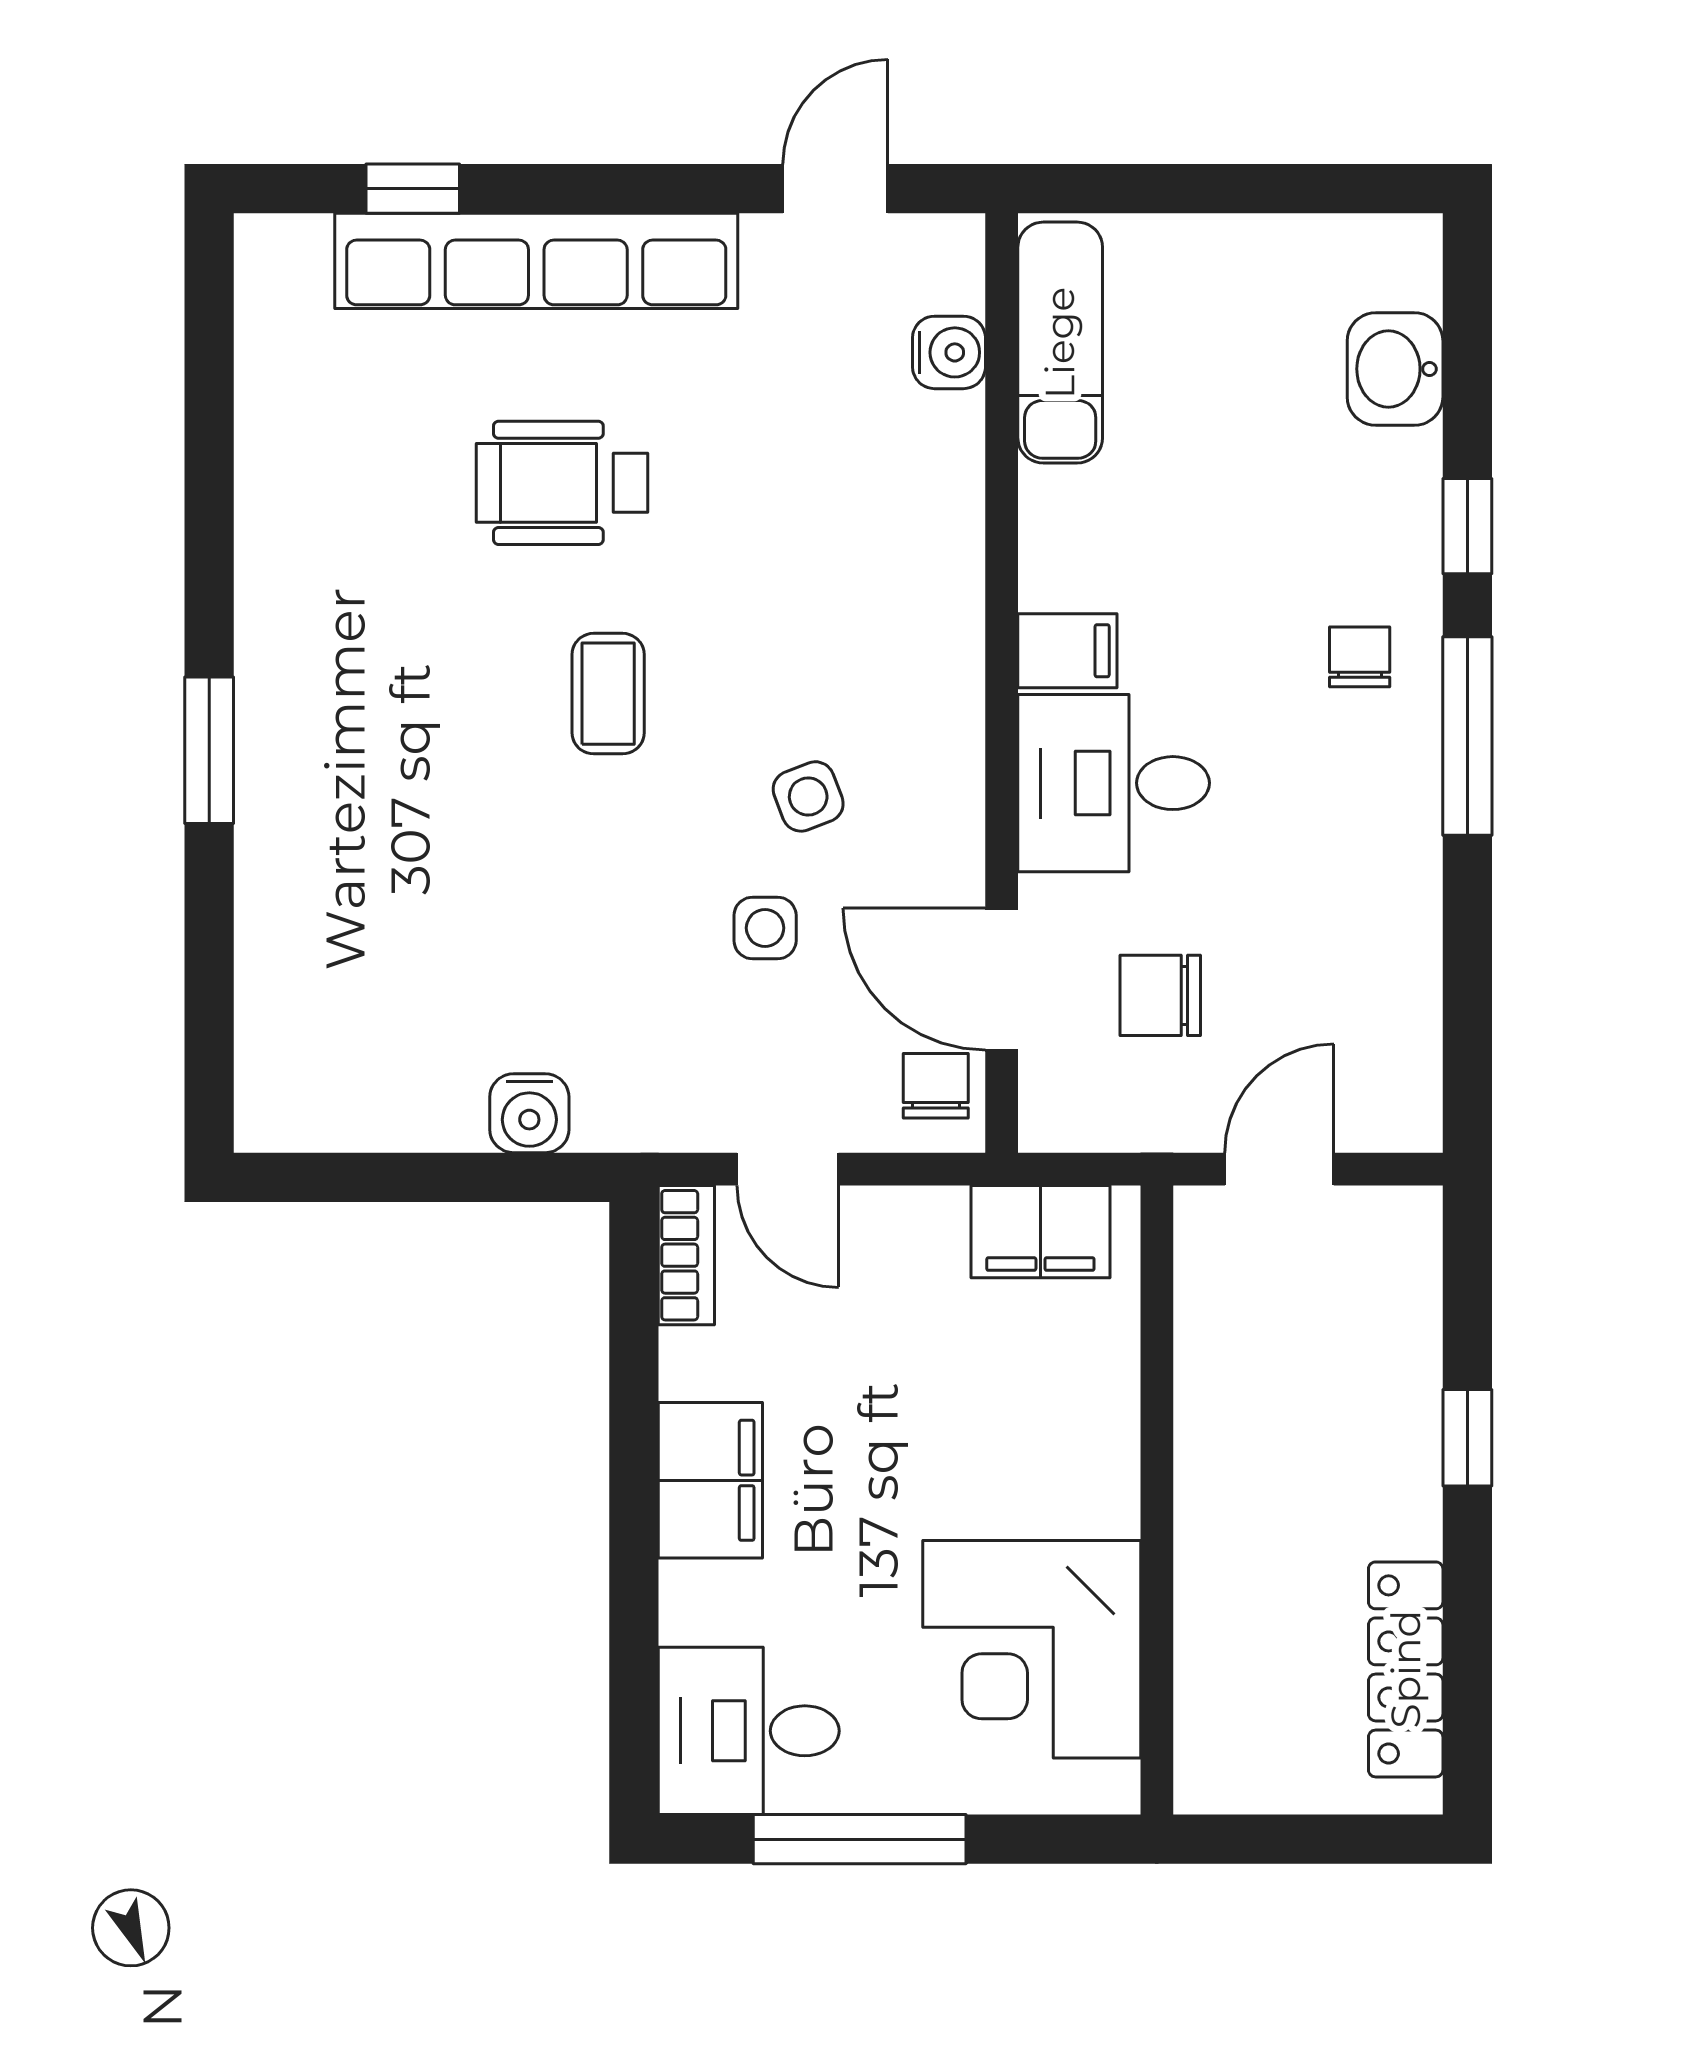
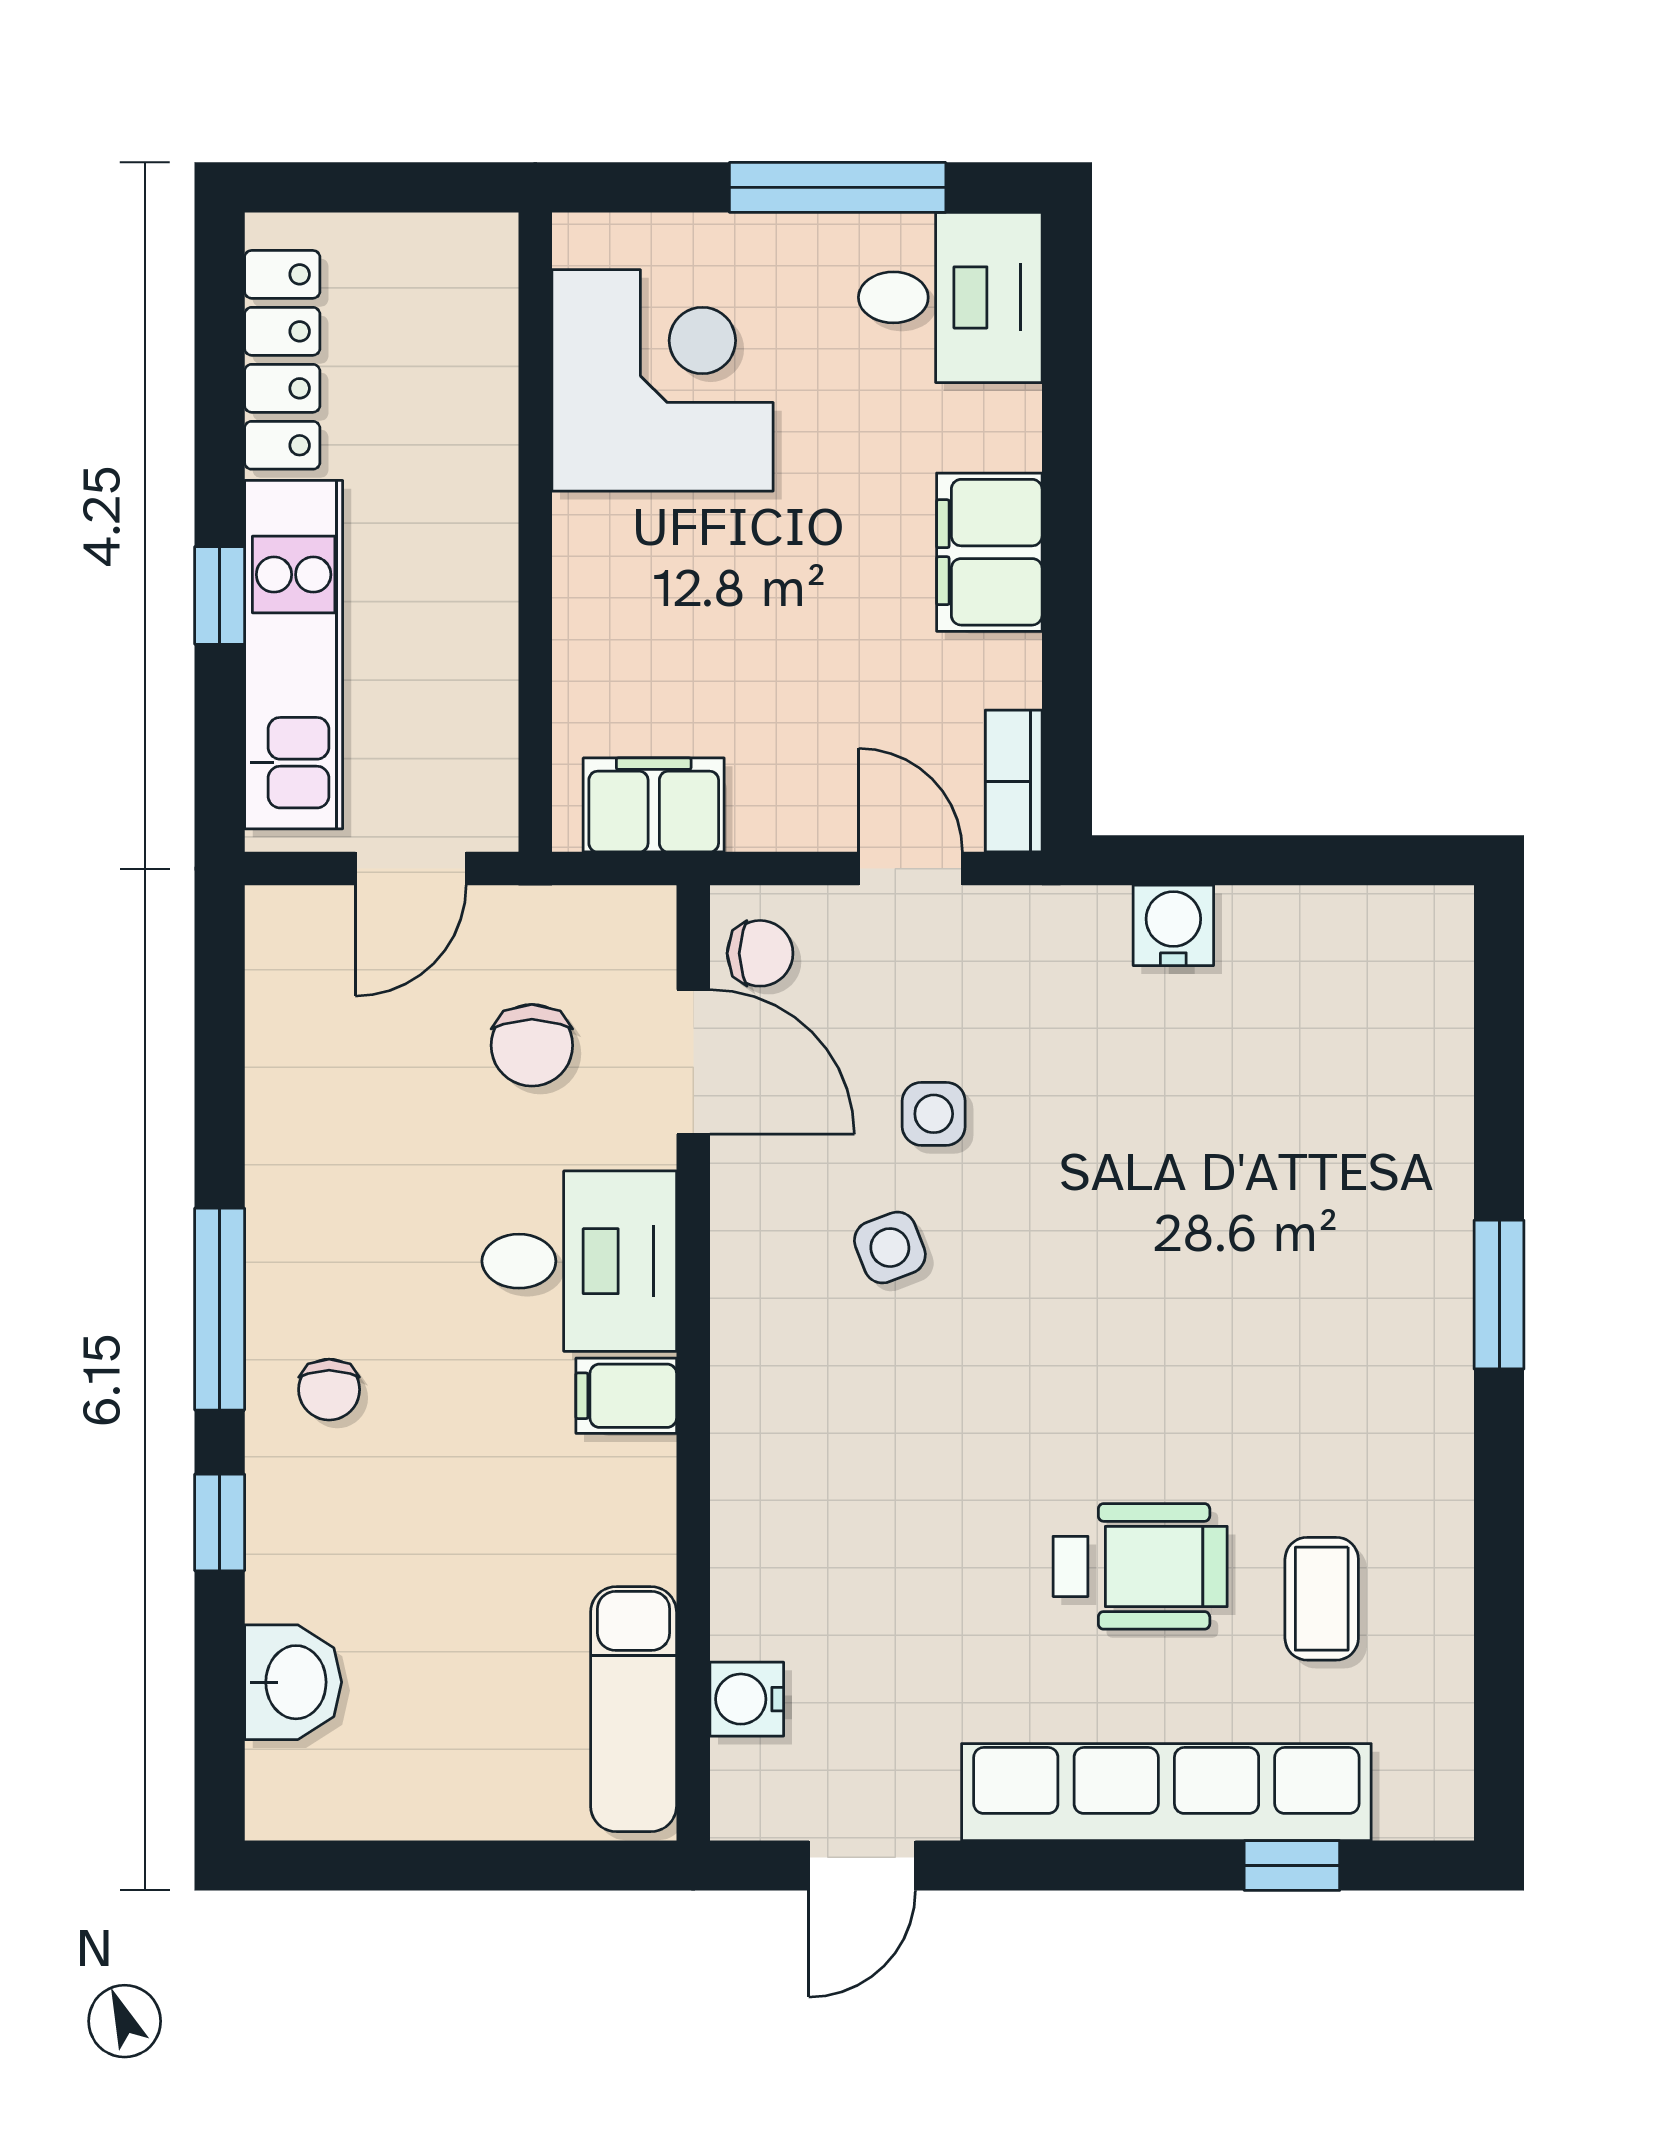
coffee table: (608, 694) -> (1322, 1599), moved
chair: (1160, 995) -> (532, 1045), turned 90
chair: (936, 1086) -> (760, 953), turned -90
kitchen unit: (1395, 1380) -> (294, 655), added

